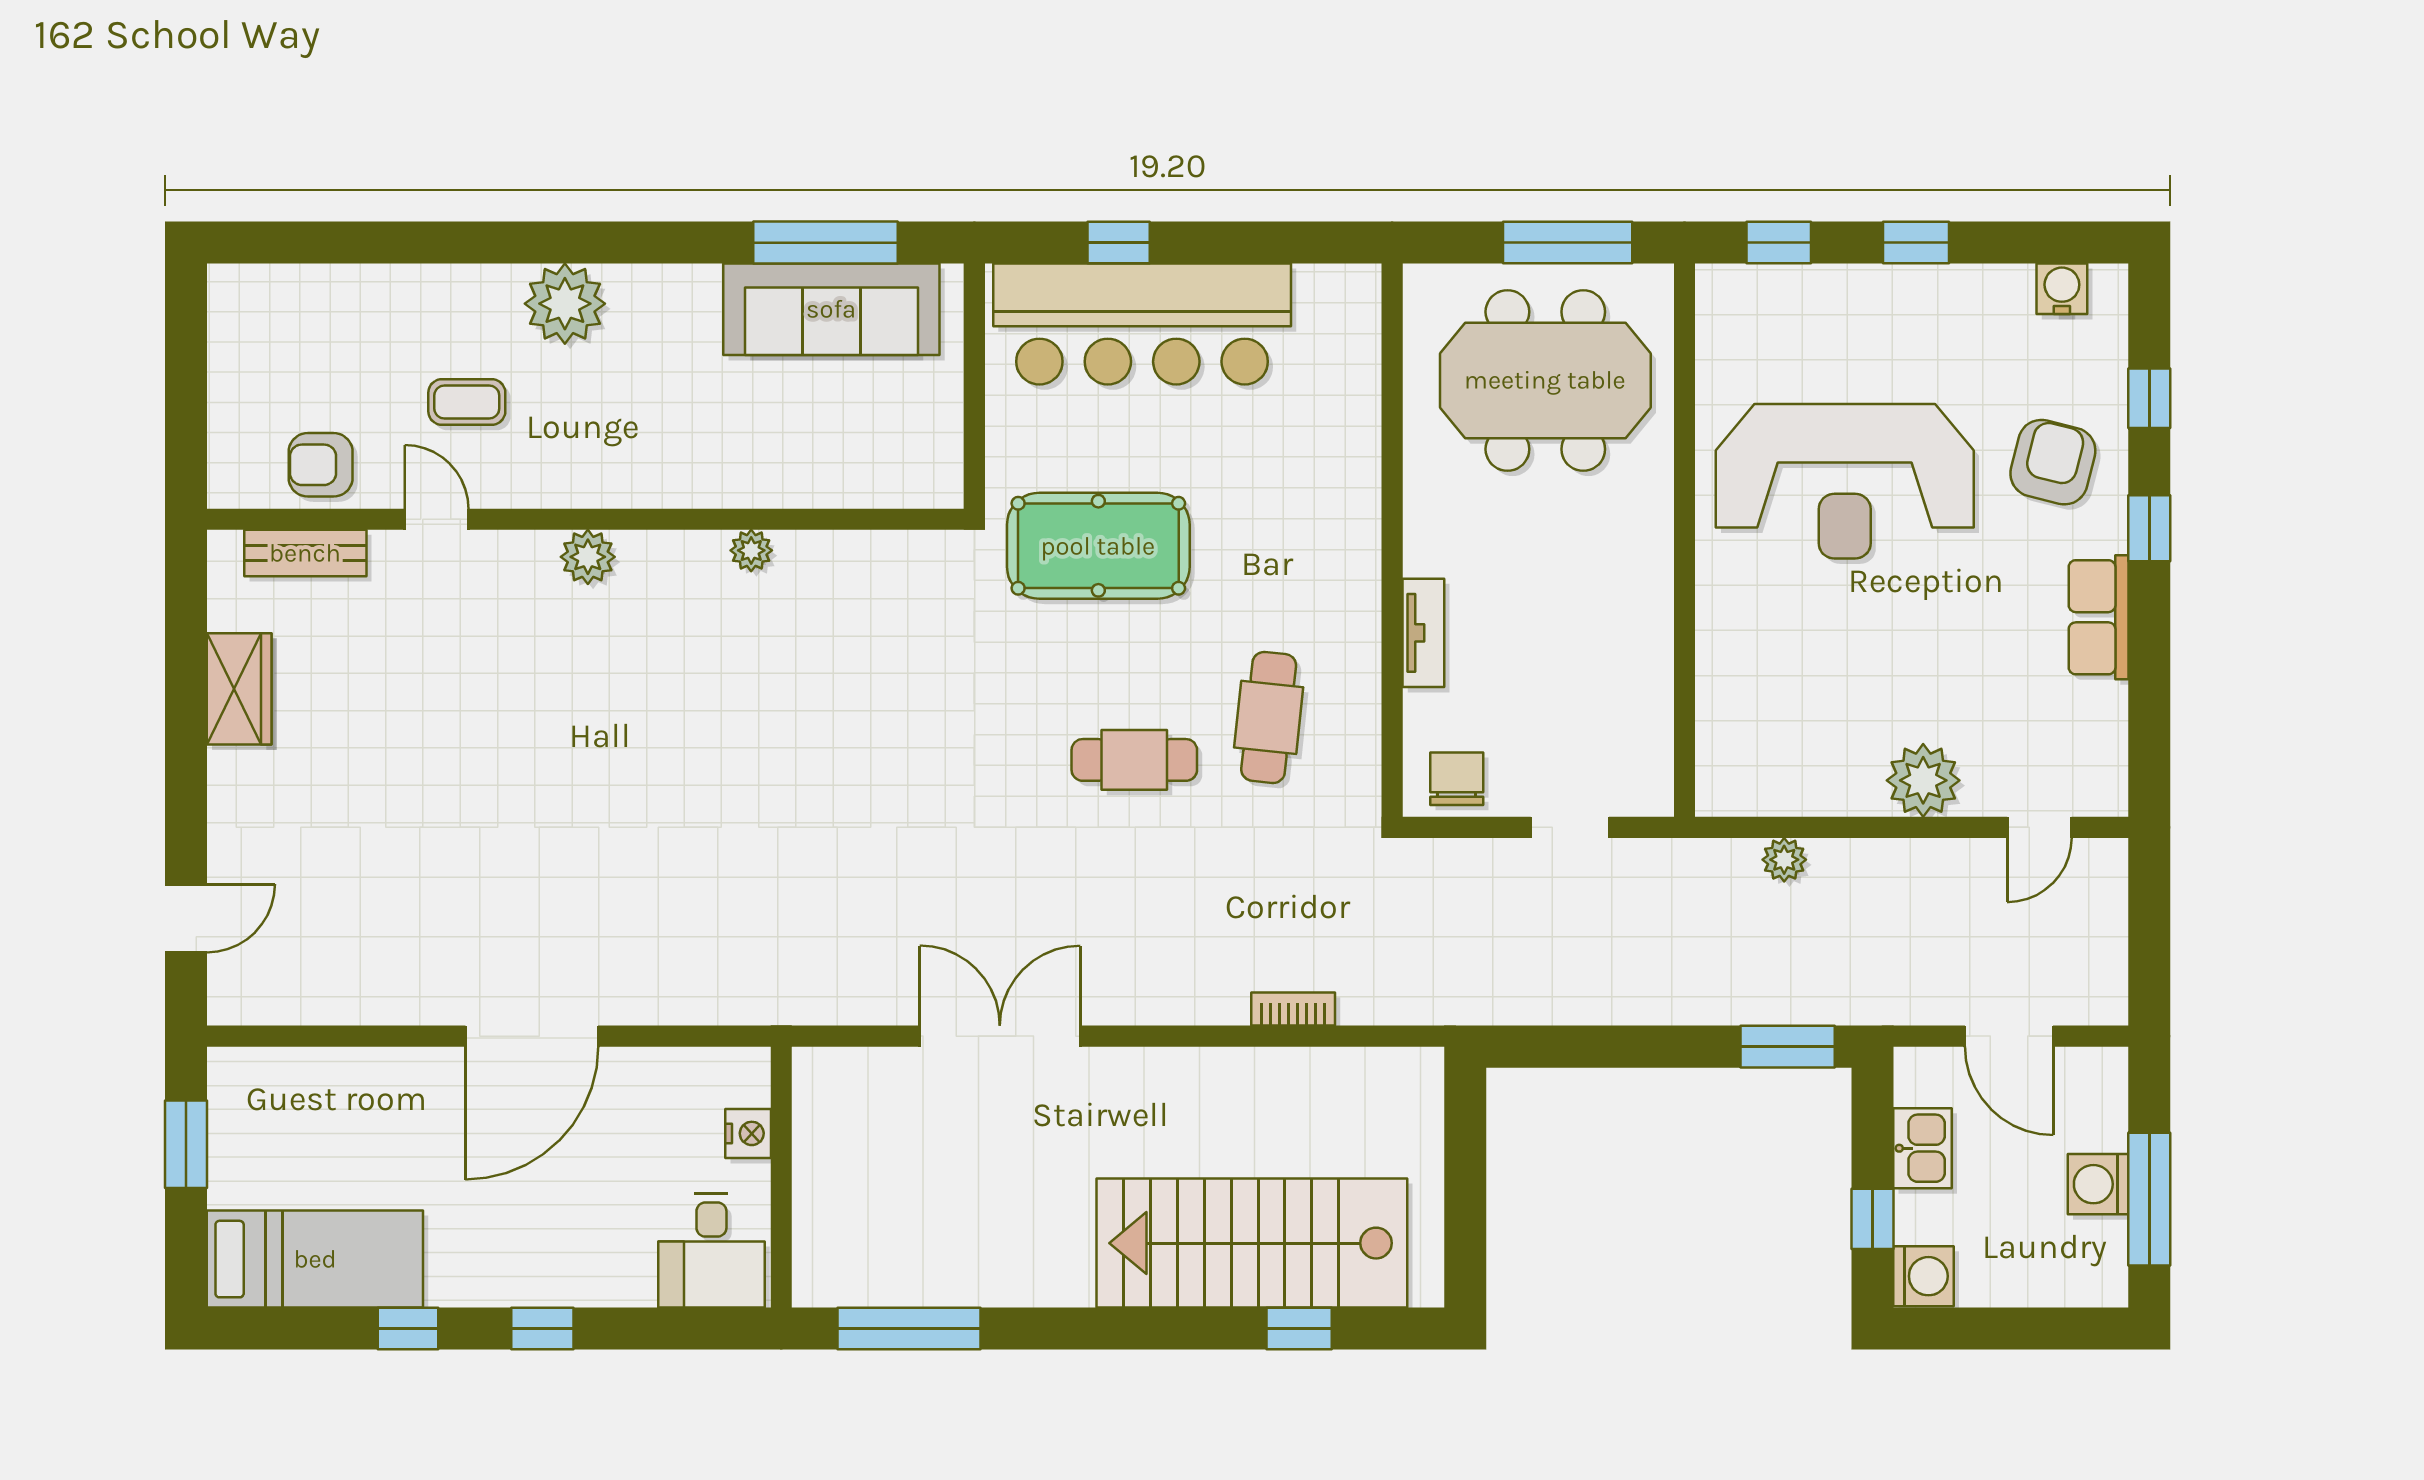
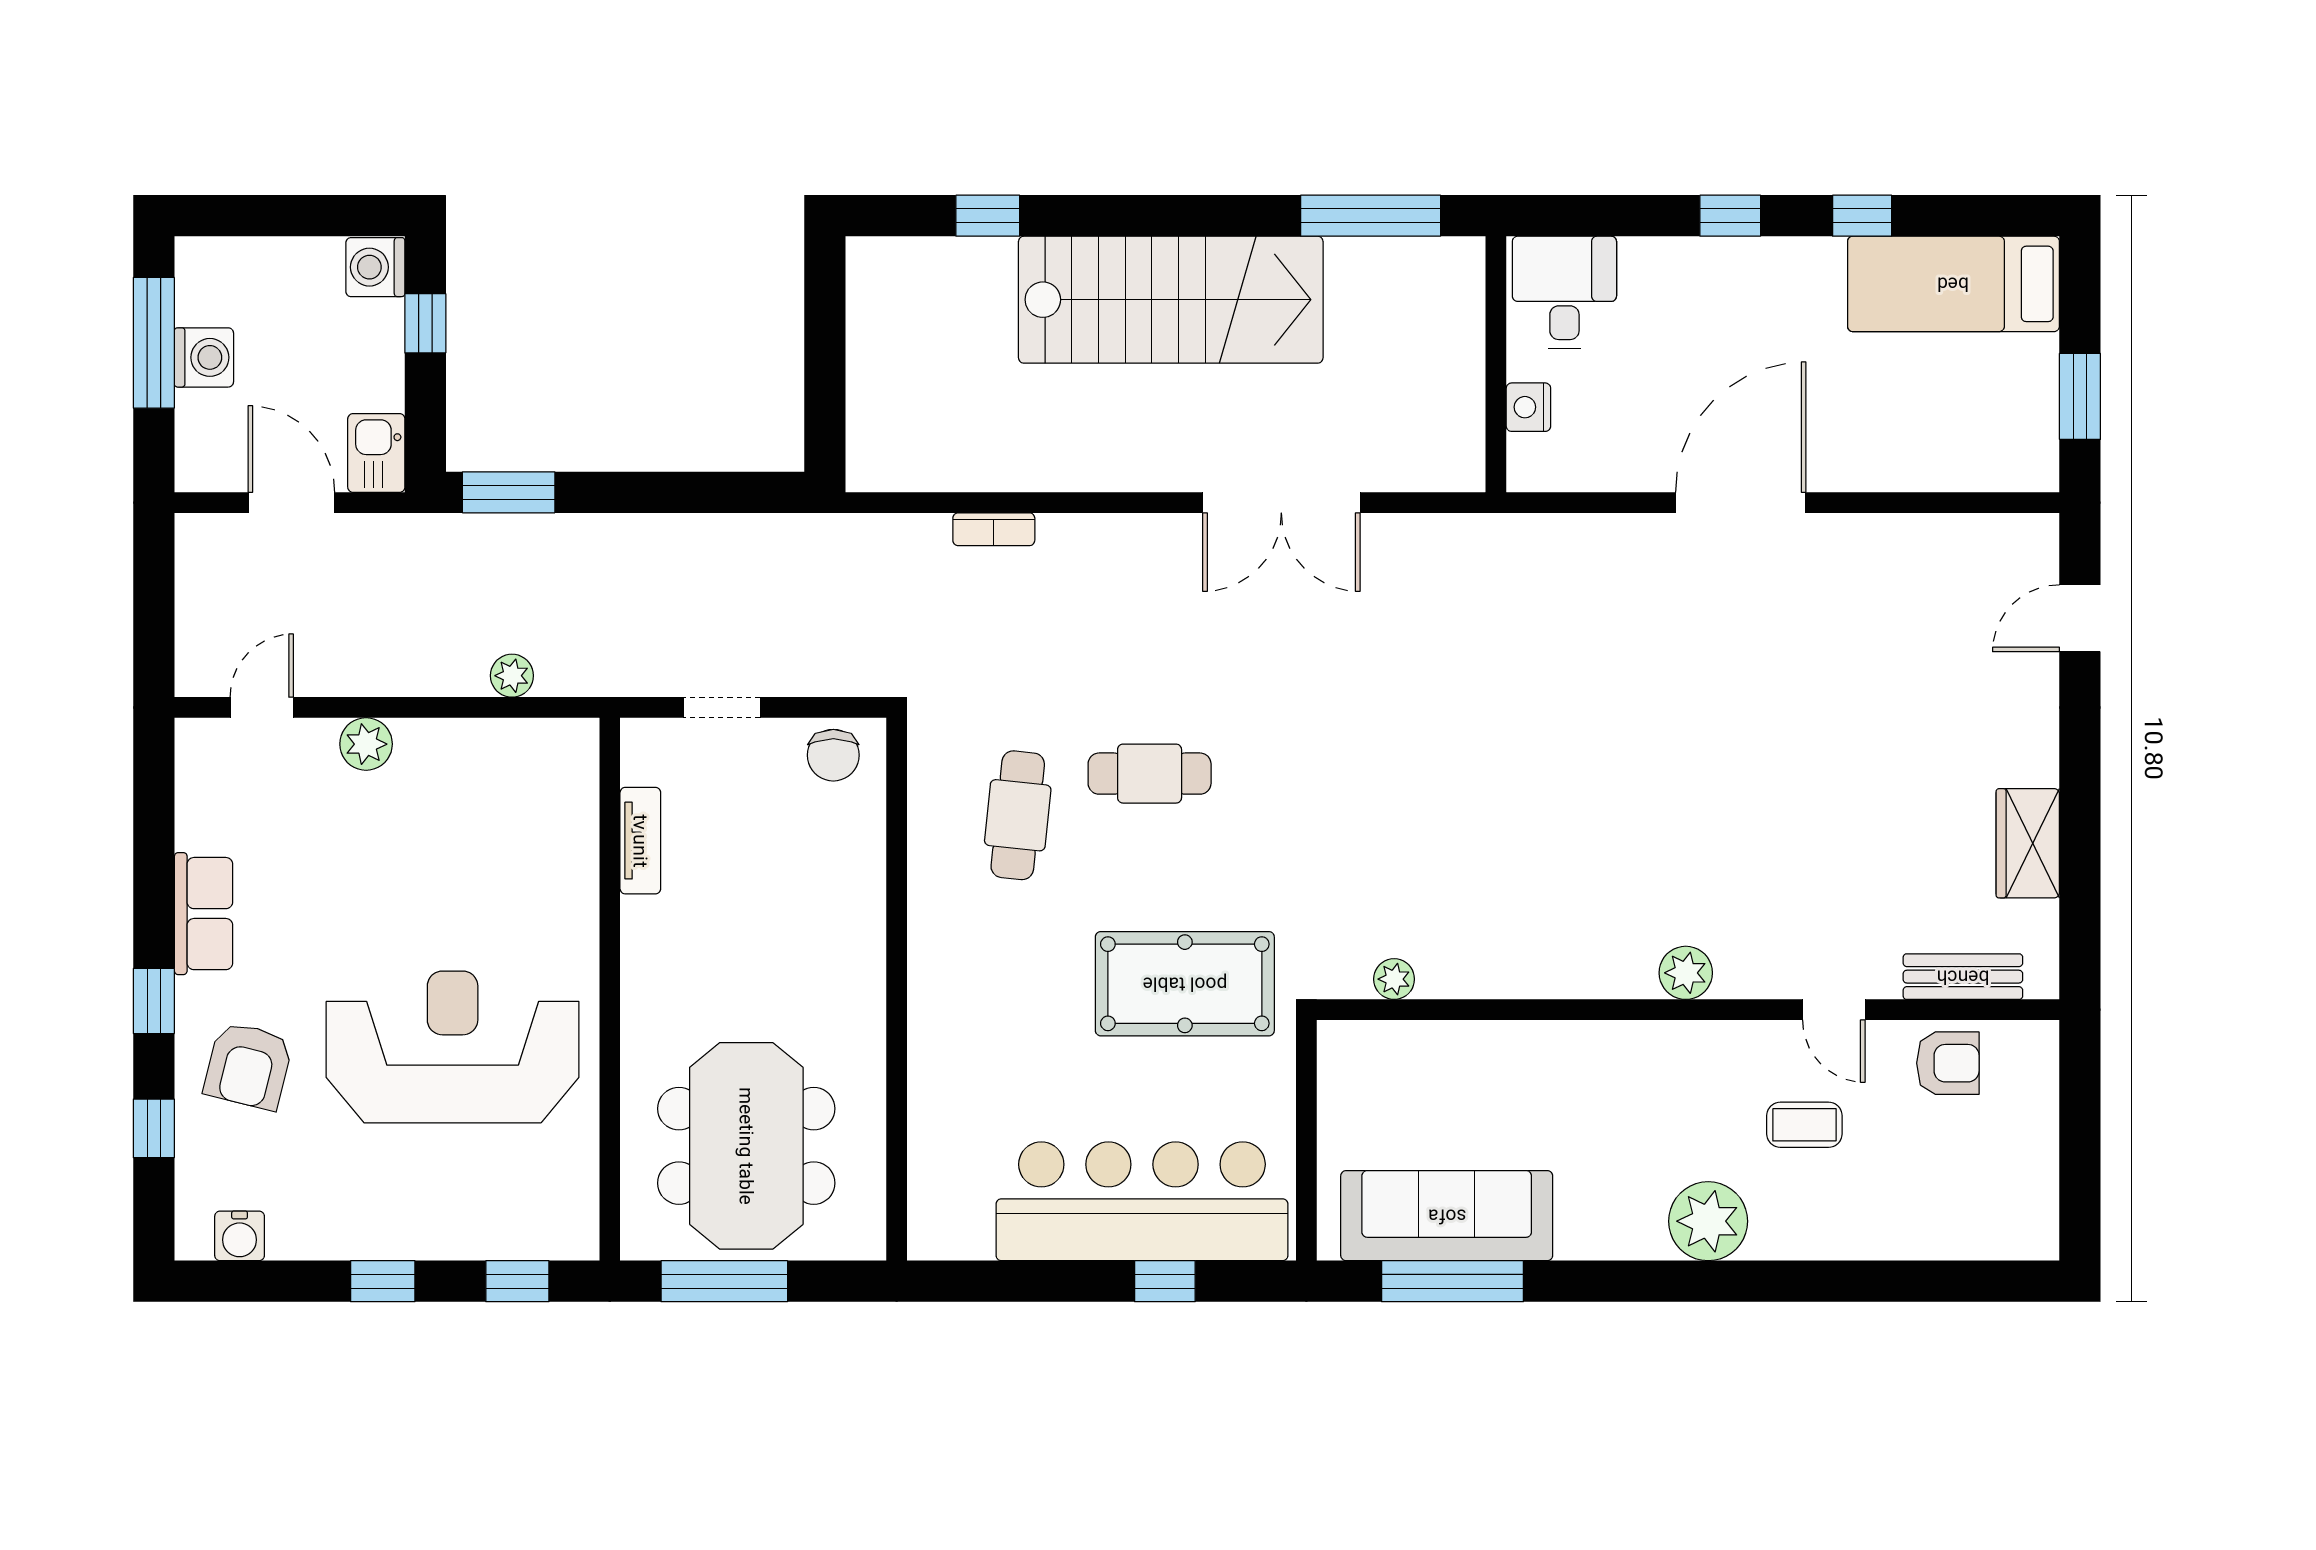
meeting table: (1545, 380) -> (746, 1146), turned 90
plant: (751, 550) -> (1394, 979), moved
tv unit: (1423, 633) -> (640, 841), moved, turned 180
plant: (1923, 780) -> (366, 744), width x0.73, depth x0.73
kitchen sink: (1922, 1148) -> (376, 453), moved
stairs: (1252, 1243) -> (1171, 300), moved

